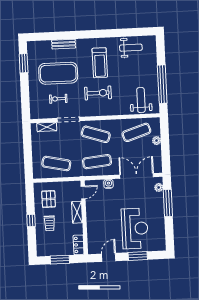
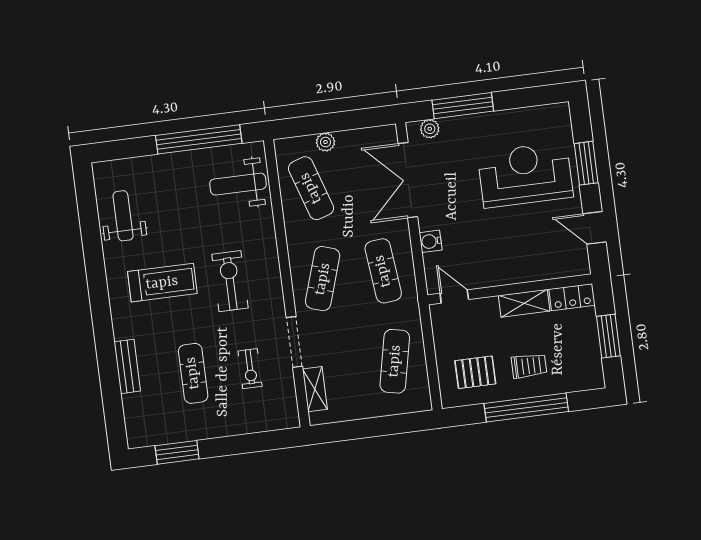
exercise mat: (58, 73) -> (193, 373), width x0.50, depth x0.69
shelving: (77, 212) -> (524, 303), moved
window: (31, 220) -> (526, 408), width x3.17

